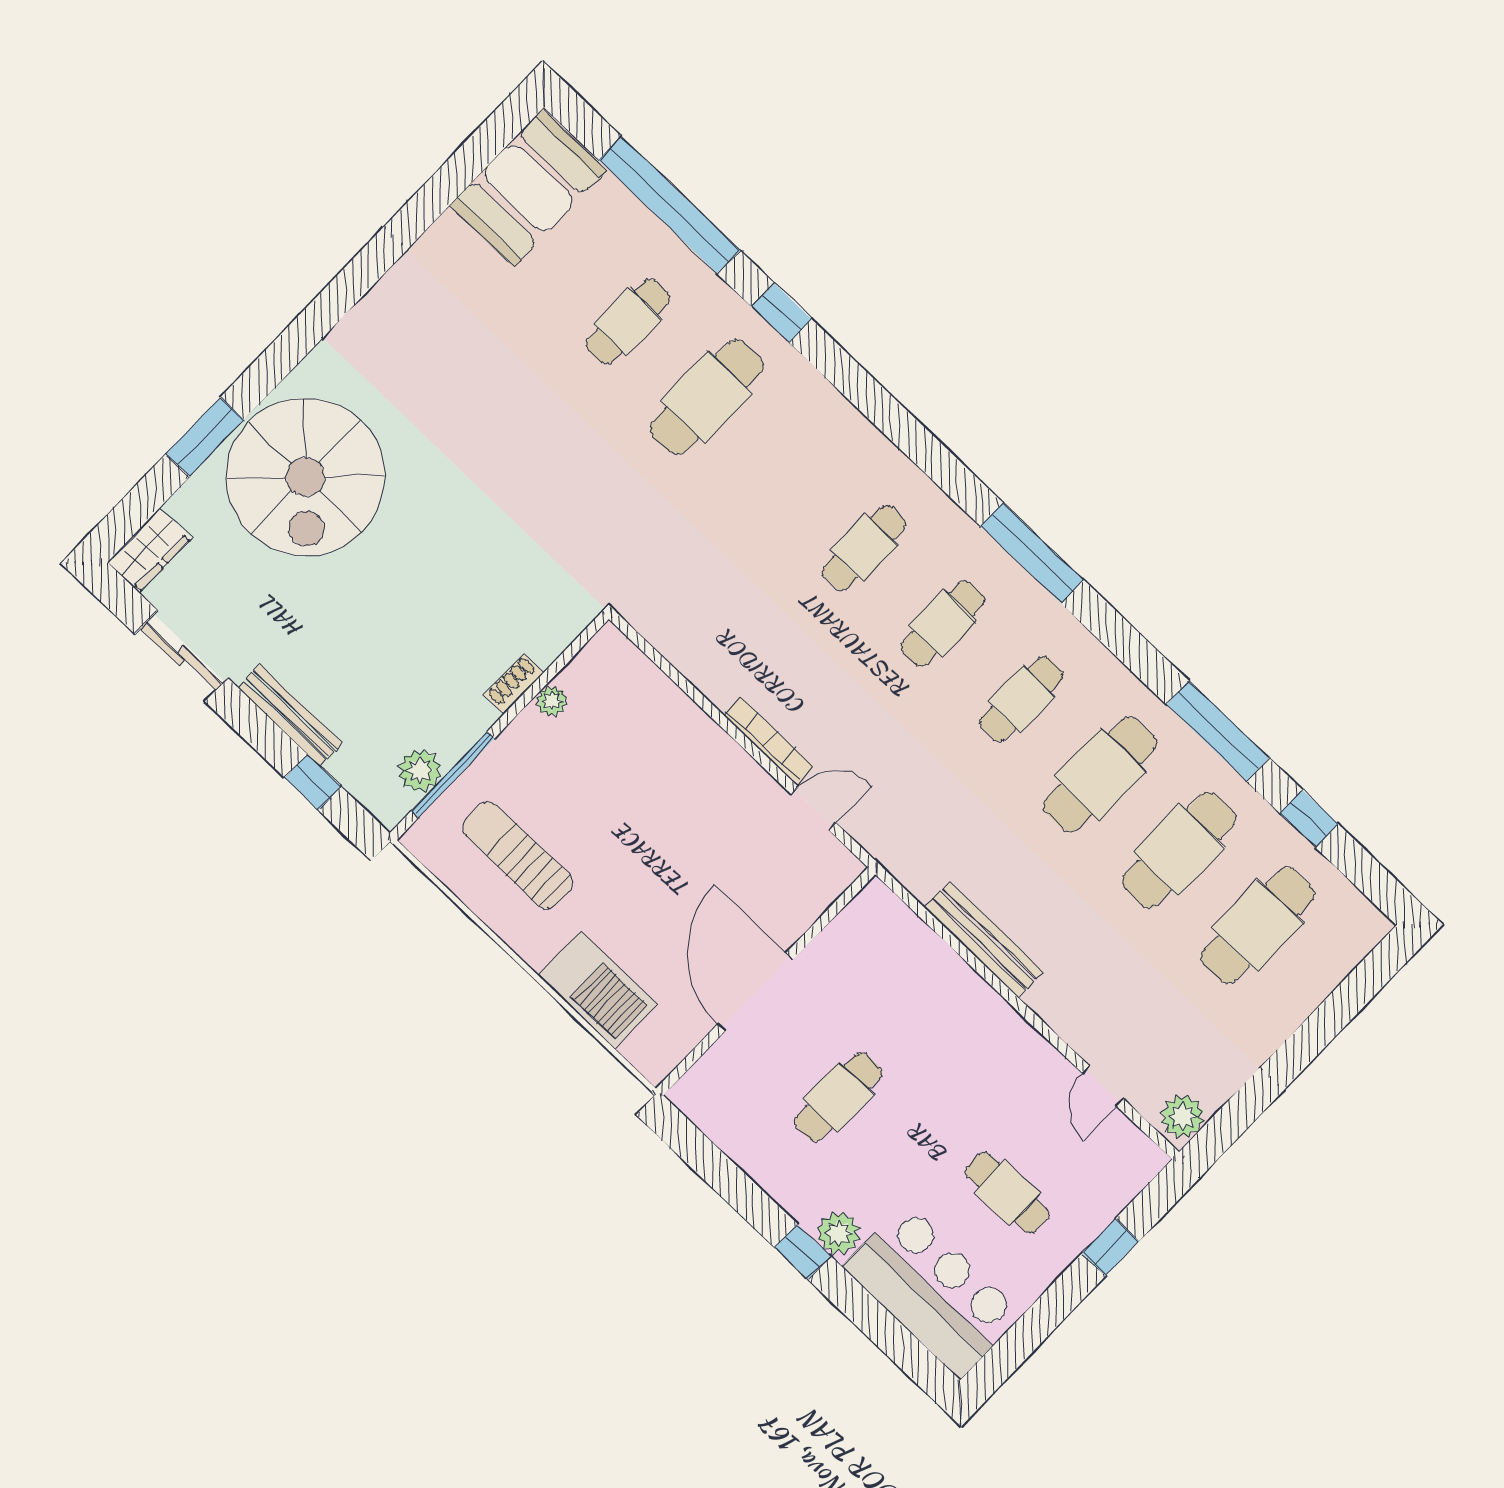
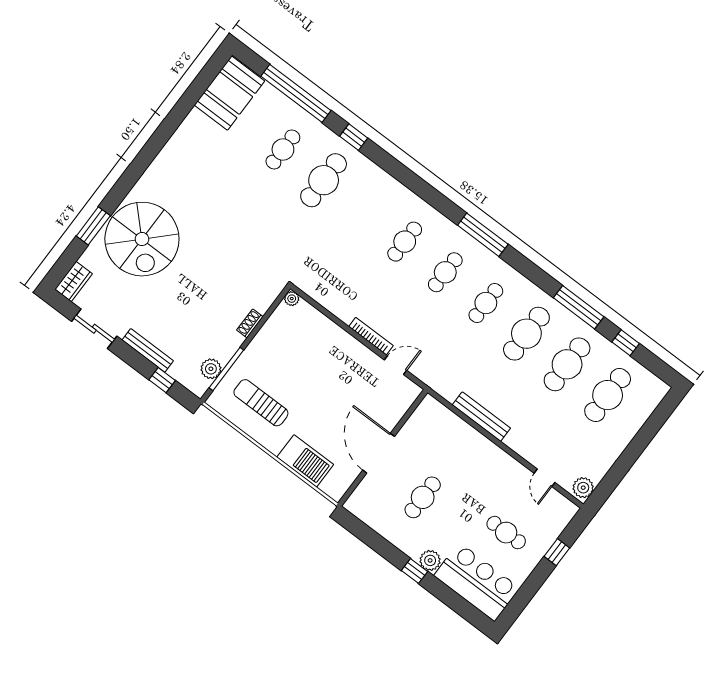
plant: (552, 701) -> (292, 299), moved

